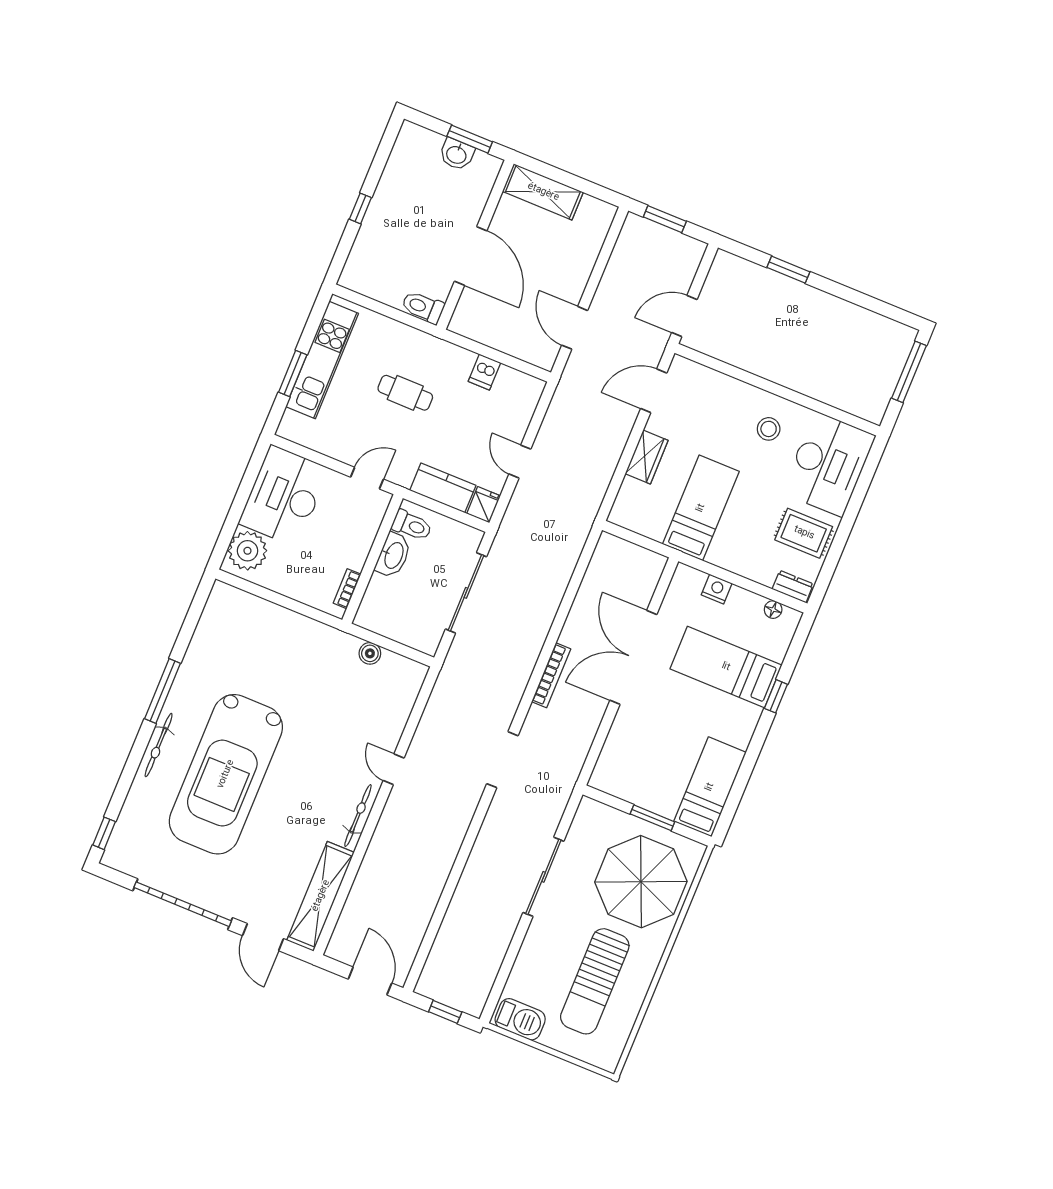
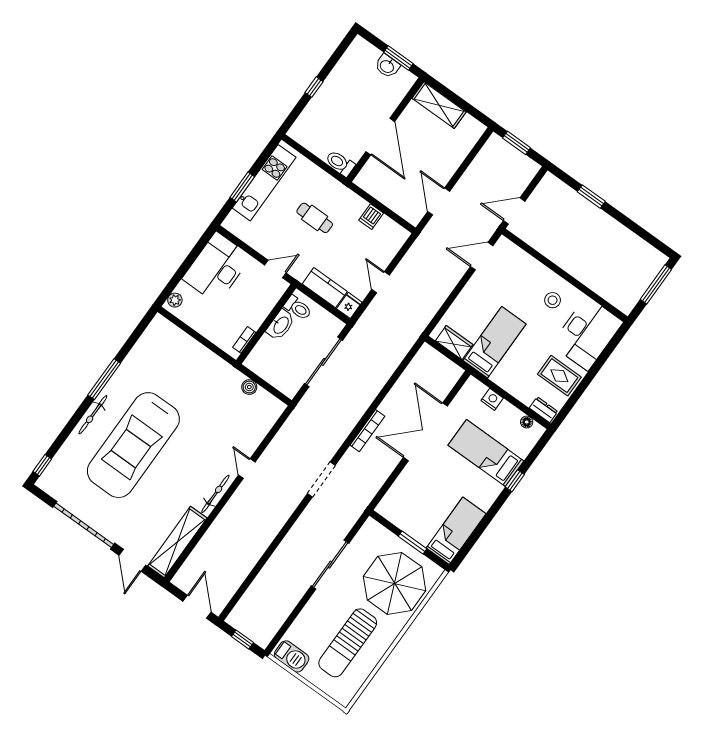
wardrobe: (647, 457) -> (454, 343), moved, turned -90
plant: (247, 551) -> (175, 300), width x0.53, depth x0.53

